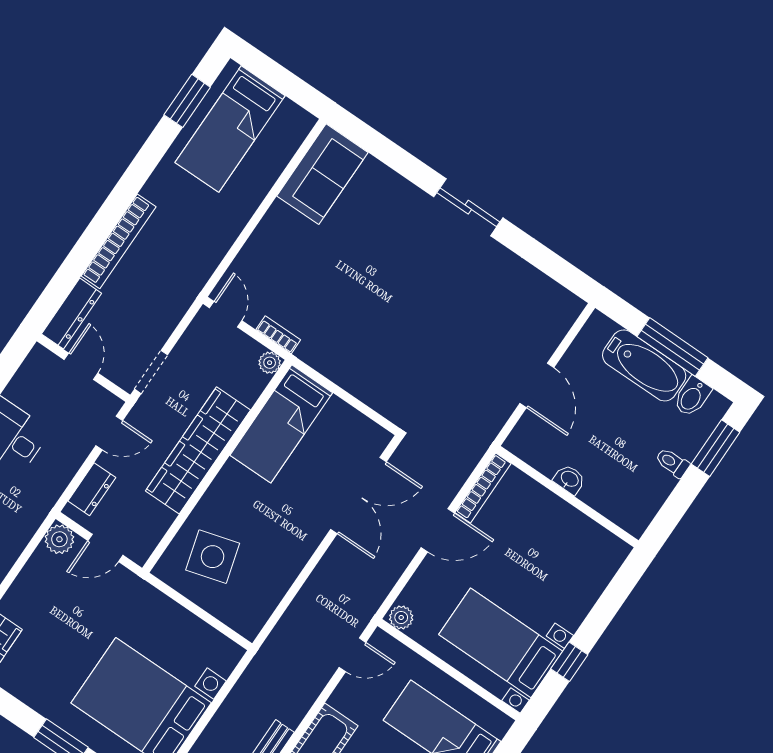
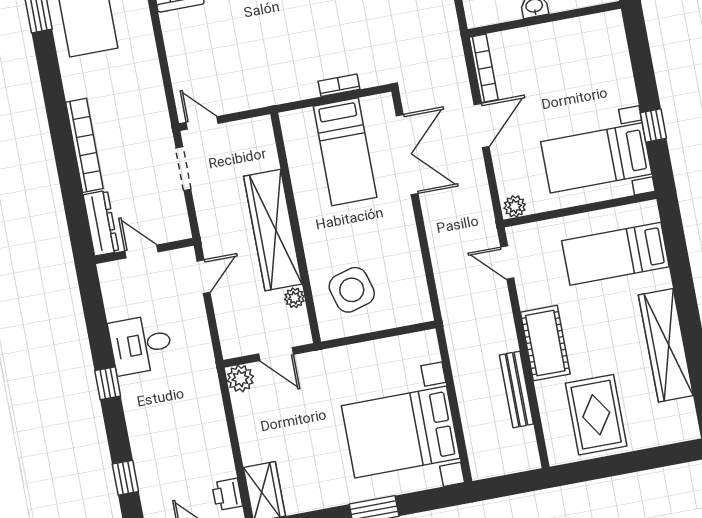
bookcase: (278, 335) -> (339, 85), moved
plant: (270, 363) -> (295, 298), moved
doorway: (151, 372) -> (183, 168), moved
bed: (281, 424) -> (345, 152), moved
dresser: (92, 489) -> (229, 325), removed
door: (105, 548) -> (276, 354), hinge flipped
door: (352, 655) -> (507, 263), swing flipped

